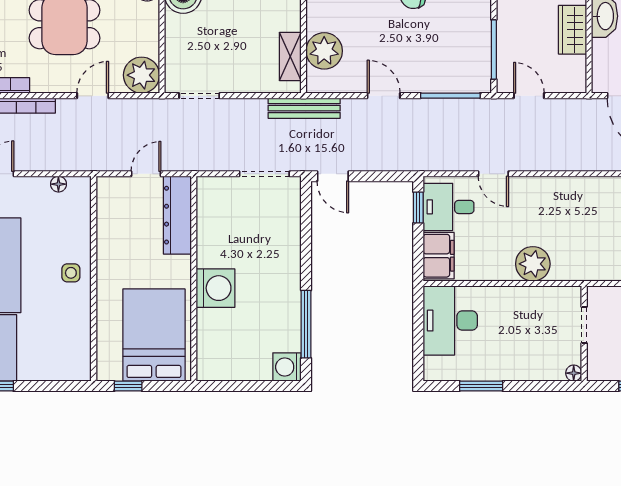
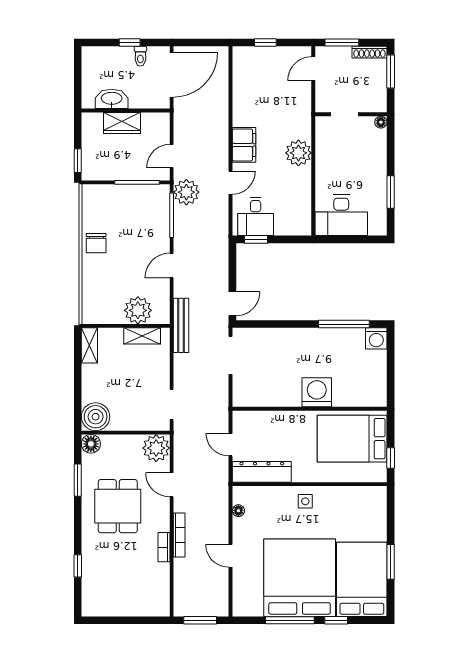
plant: (481, 115) -> (186, 192), added
dresser: (177, 215) -> (262, 472), moved, turned 180
filing cabinet: (439, 256) -> (244, 145), moved, turned 90

